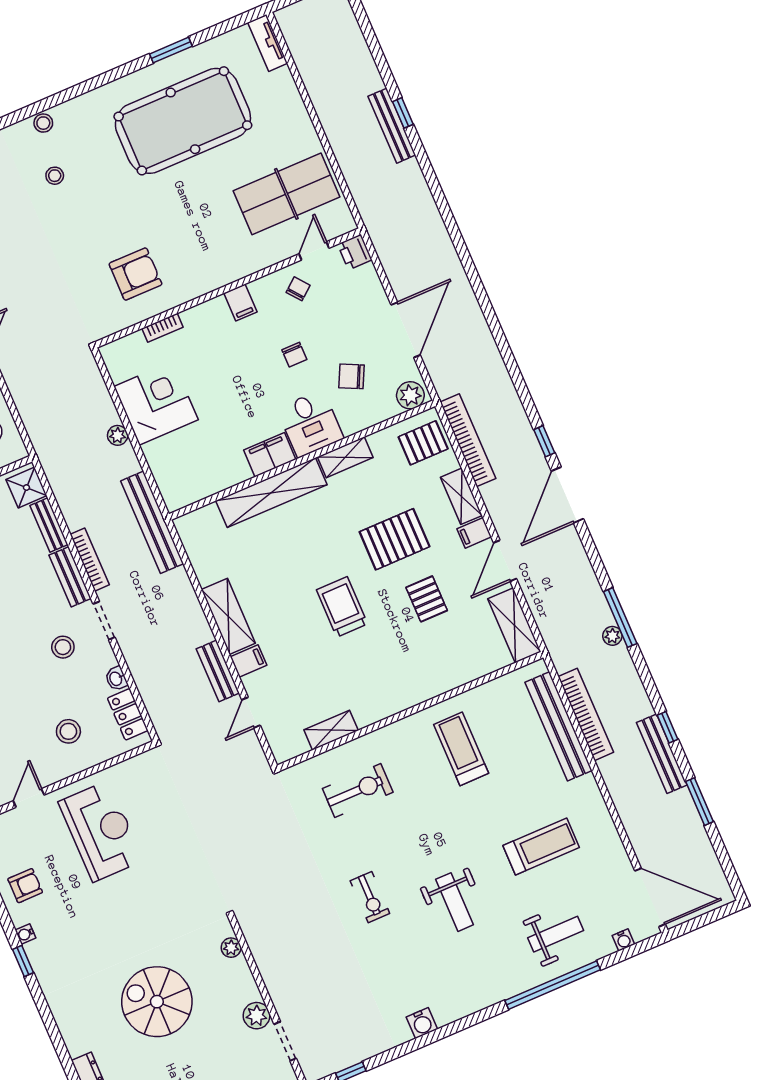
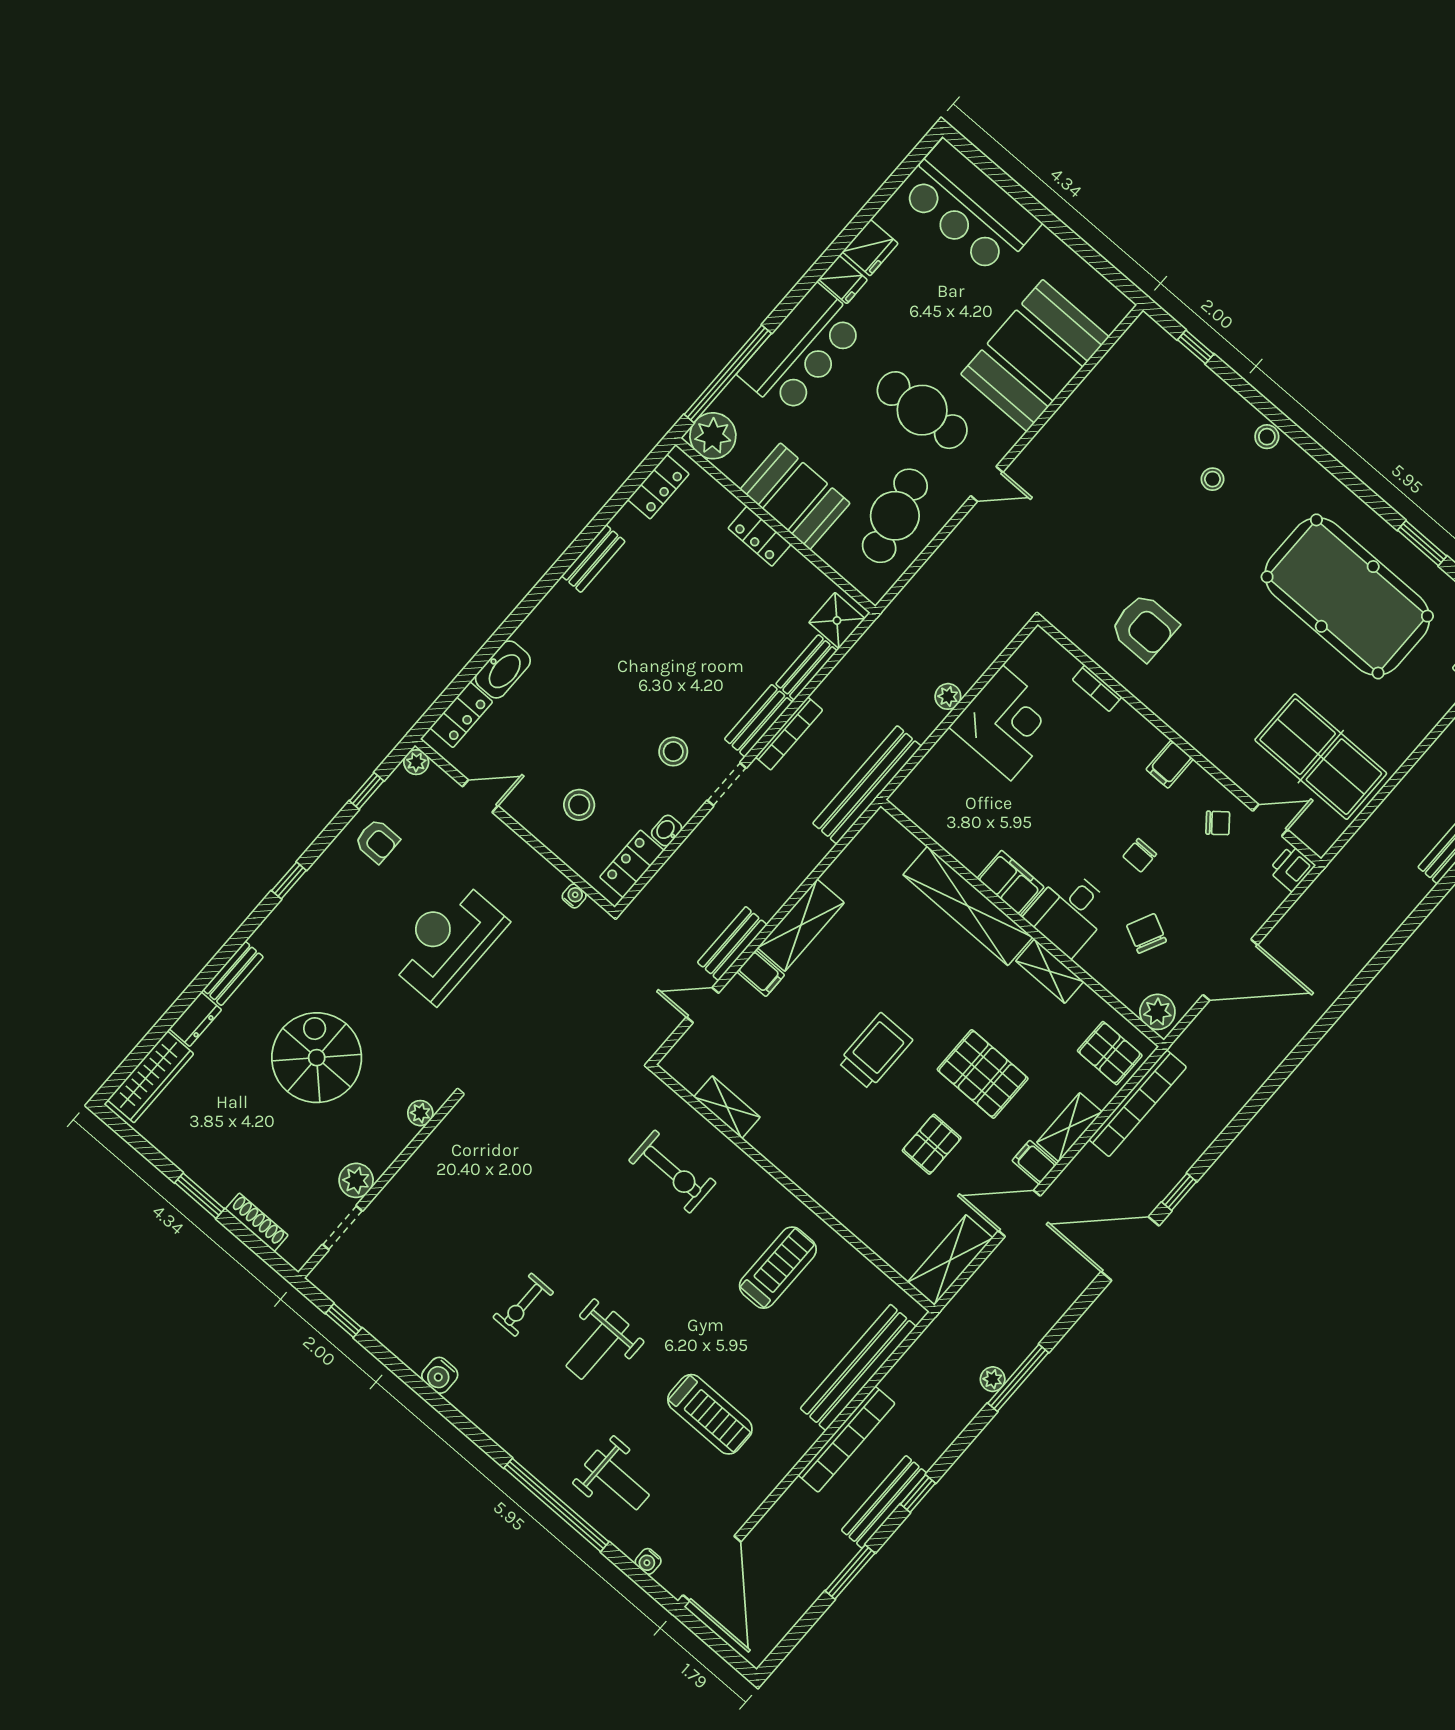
bookcase: (586, 714) -> (847, 1439), moved
reception desk: (101, 831) -> (447, 941), moved, turned 180
exercise bike: (370, 897) -> (523, 1305), moved
water cooler: (25, 934) -> (574, 896), moved, turned 90
bench: (69, 1032) -> (233, 973), added

